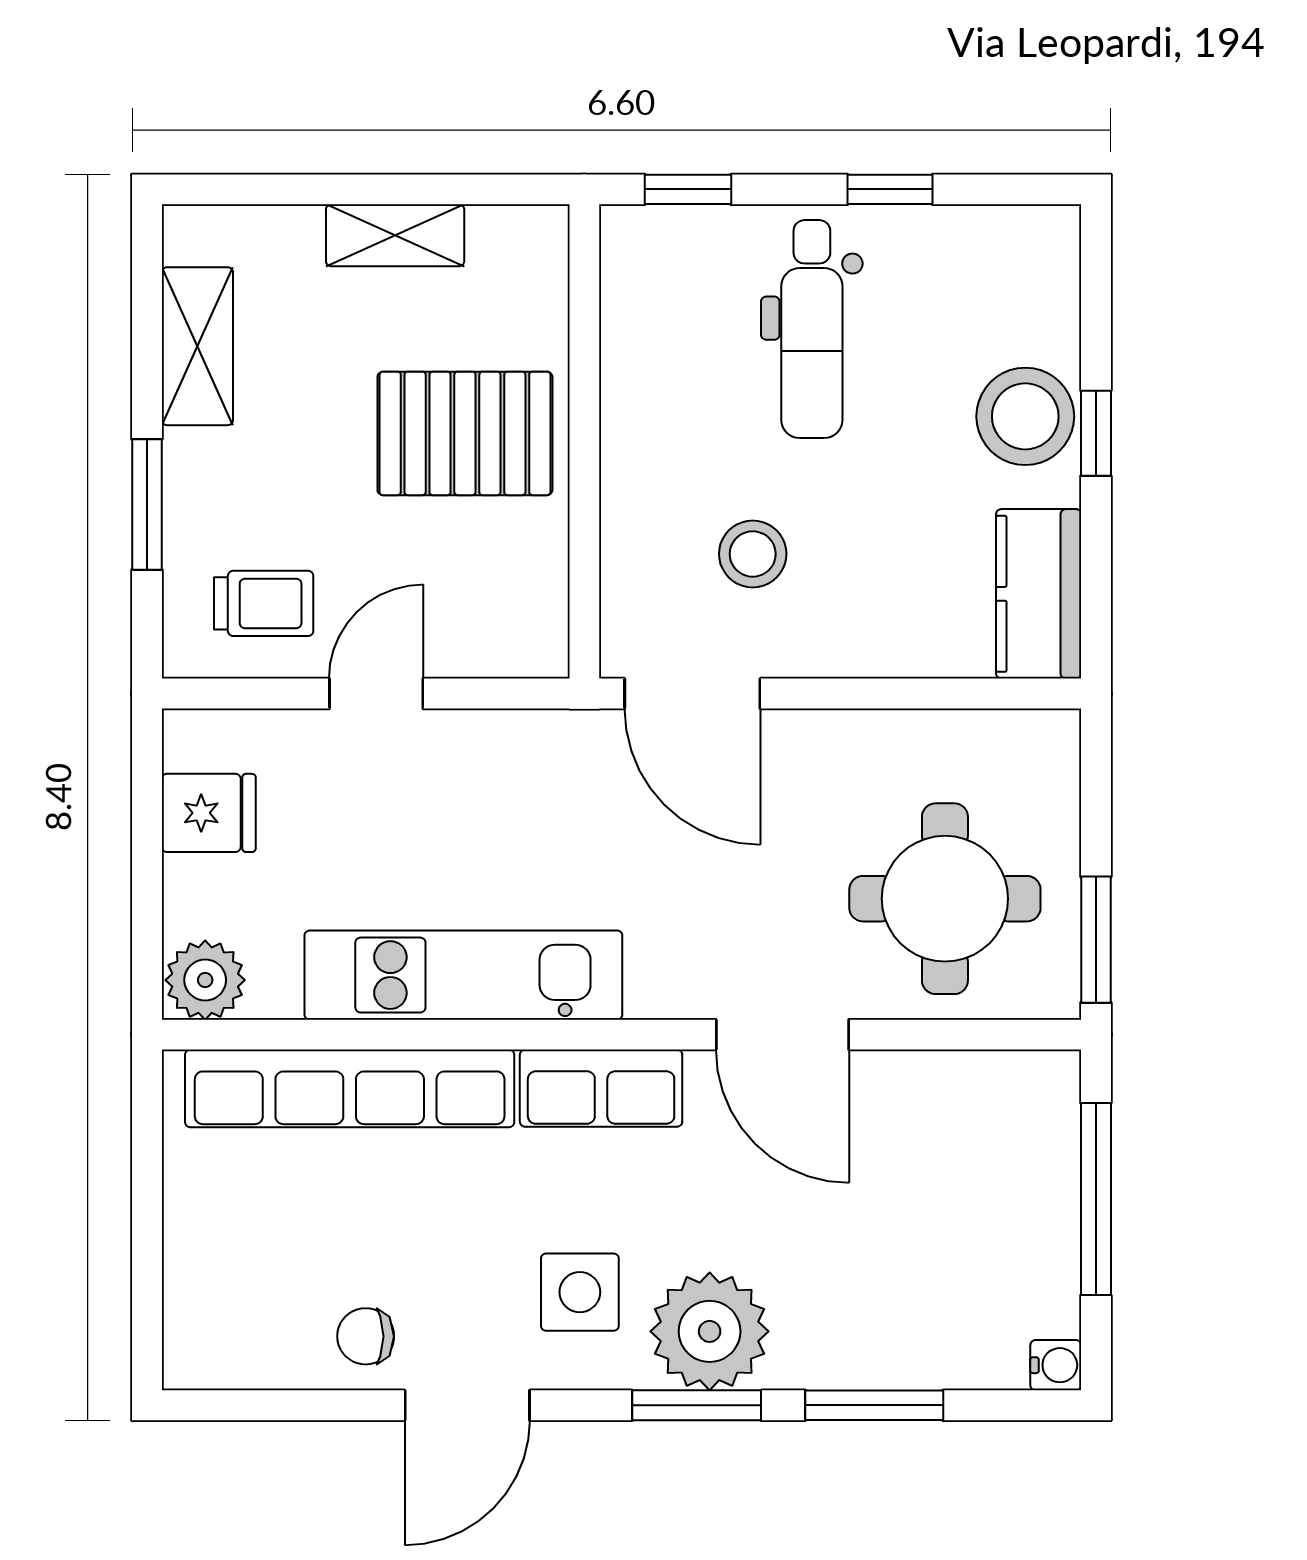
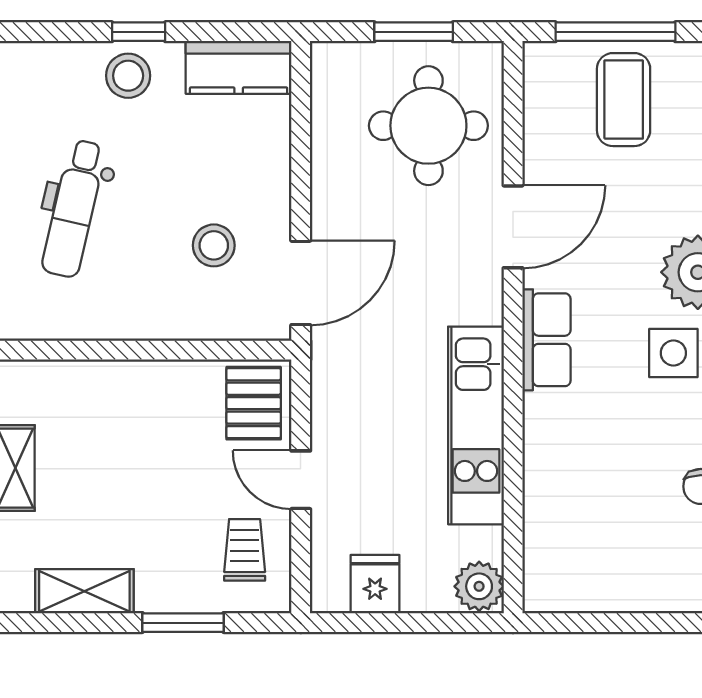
dental chair: (812, 329) -> (74, 209), turned 103
stool: (1025, 416) -> (128, 76), width x0.73, depth x0.73
pallet: (465, 433) -> (254, 403), moved, width x0.67, depth x0.71
window: (1096, 940) -> (414, 32), moved
row of seats: (350, 1088) -> (547, 496), removed
coffee table: (987, 1212) -> (624, 100), added

